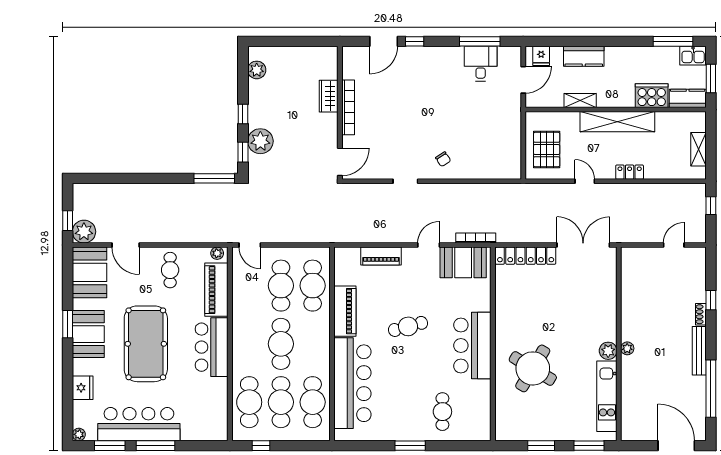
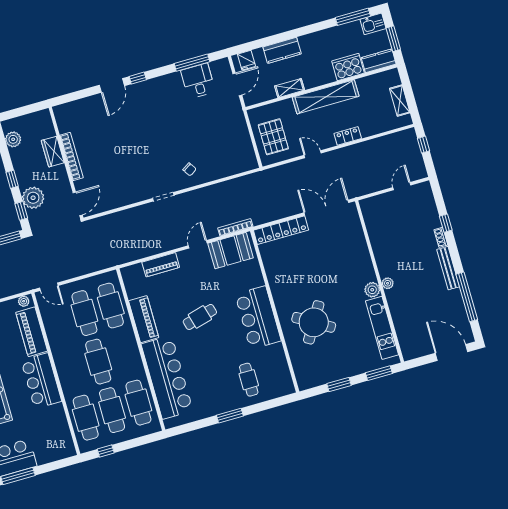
wardrobe: (329, 96) -> (53, 152), moved
bookcase: (348, 107) -> (72, 156), moved
wall: (340, 113) -> (66, 163), moved
door: (340, 162) -> (78, 204), moved

